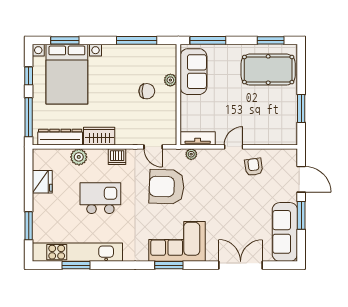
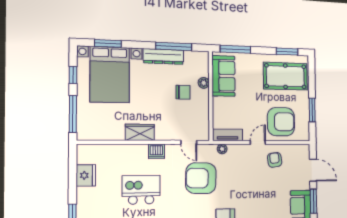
armchair: (262, 123) -> (281, 122), added
dresser: (60, 137) -> (163, 56), moved, turned 180
plant: (79, 157) -> (121, 152), removed

